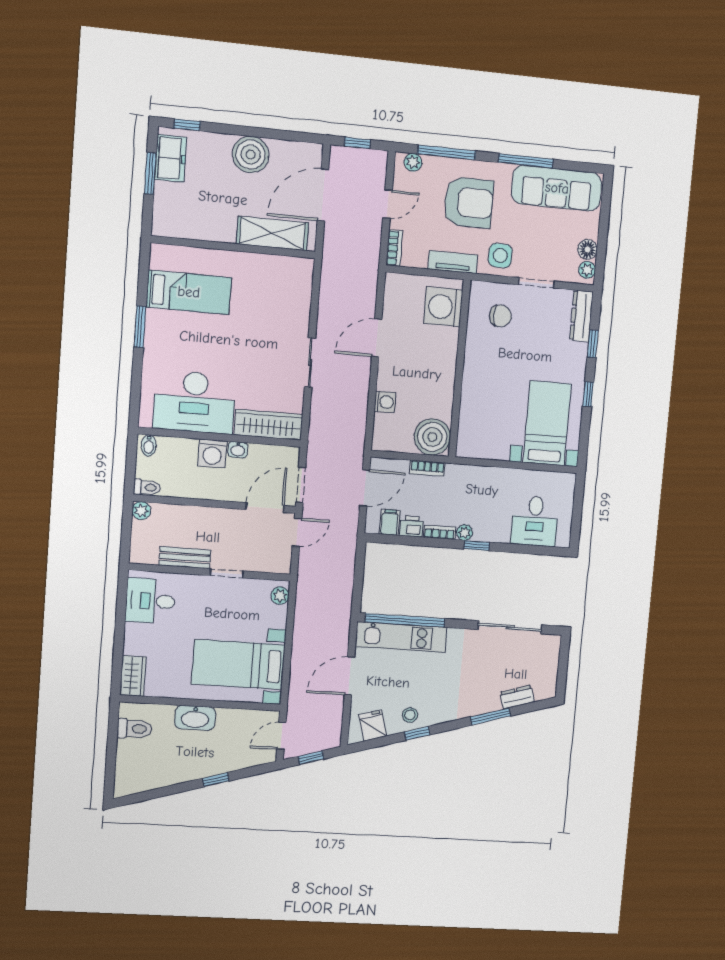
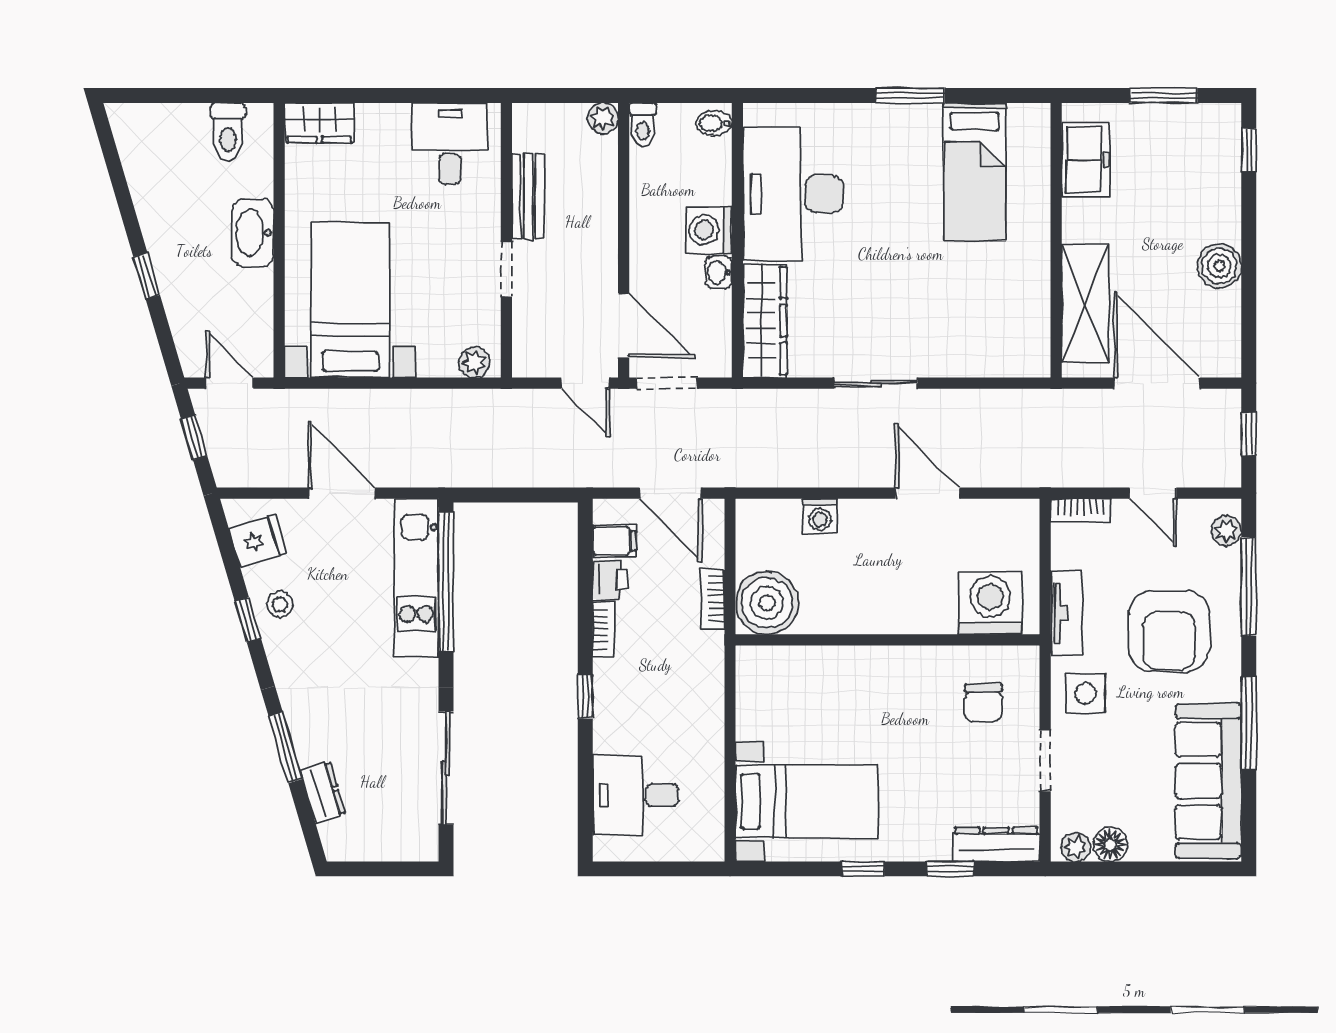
boiler: (251, 154) -> (1219, 266), width x0.73, depth x0.73
freezer: (171, 158) -> (1086, 160), moved, turned -90
plant: (465, 533) -> (606, 673), removed

